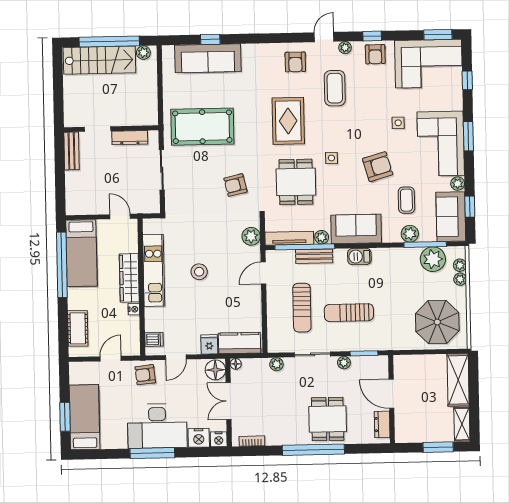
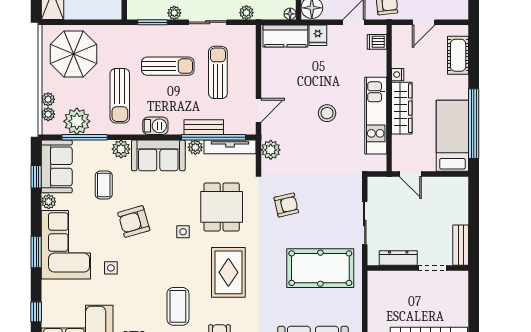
plant: (410, 234) -> (121, 149), moved
sun lounger: (393, 284) -> (120, 96), added

